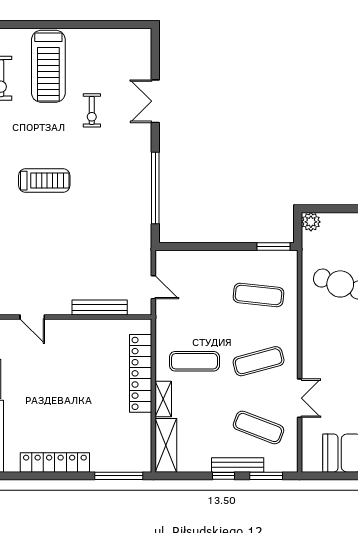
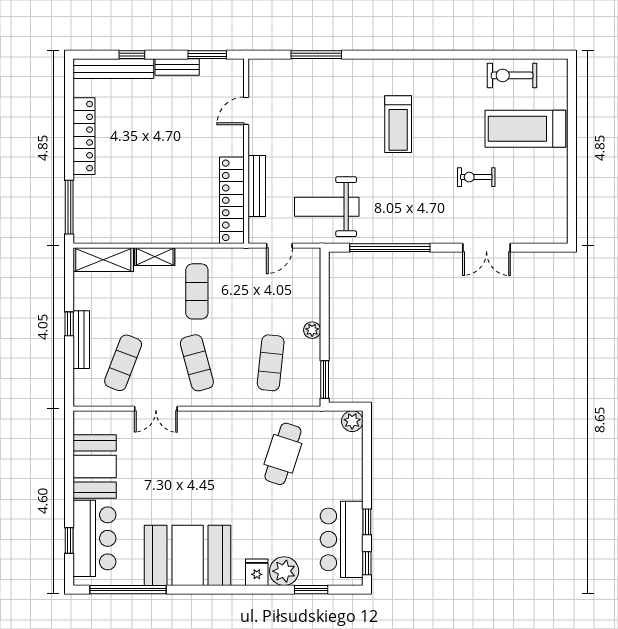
double door: (155, 101) -> (486, 248), swing flipped
weight bench: (118, 245) -> (327, 207), added
plant: (229, 258) -> (312, 330), added
locker: (141, 373) -> (232, 200), moved, turned -90
window: (266, 476) -> (69, 371), removed

